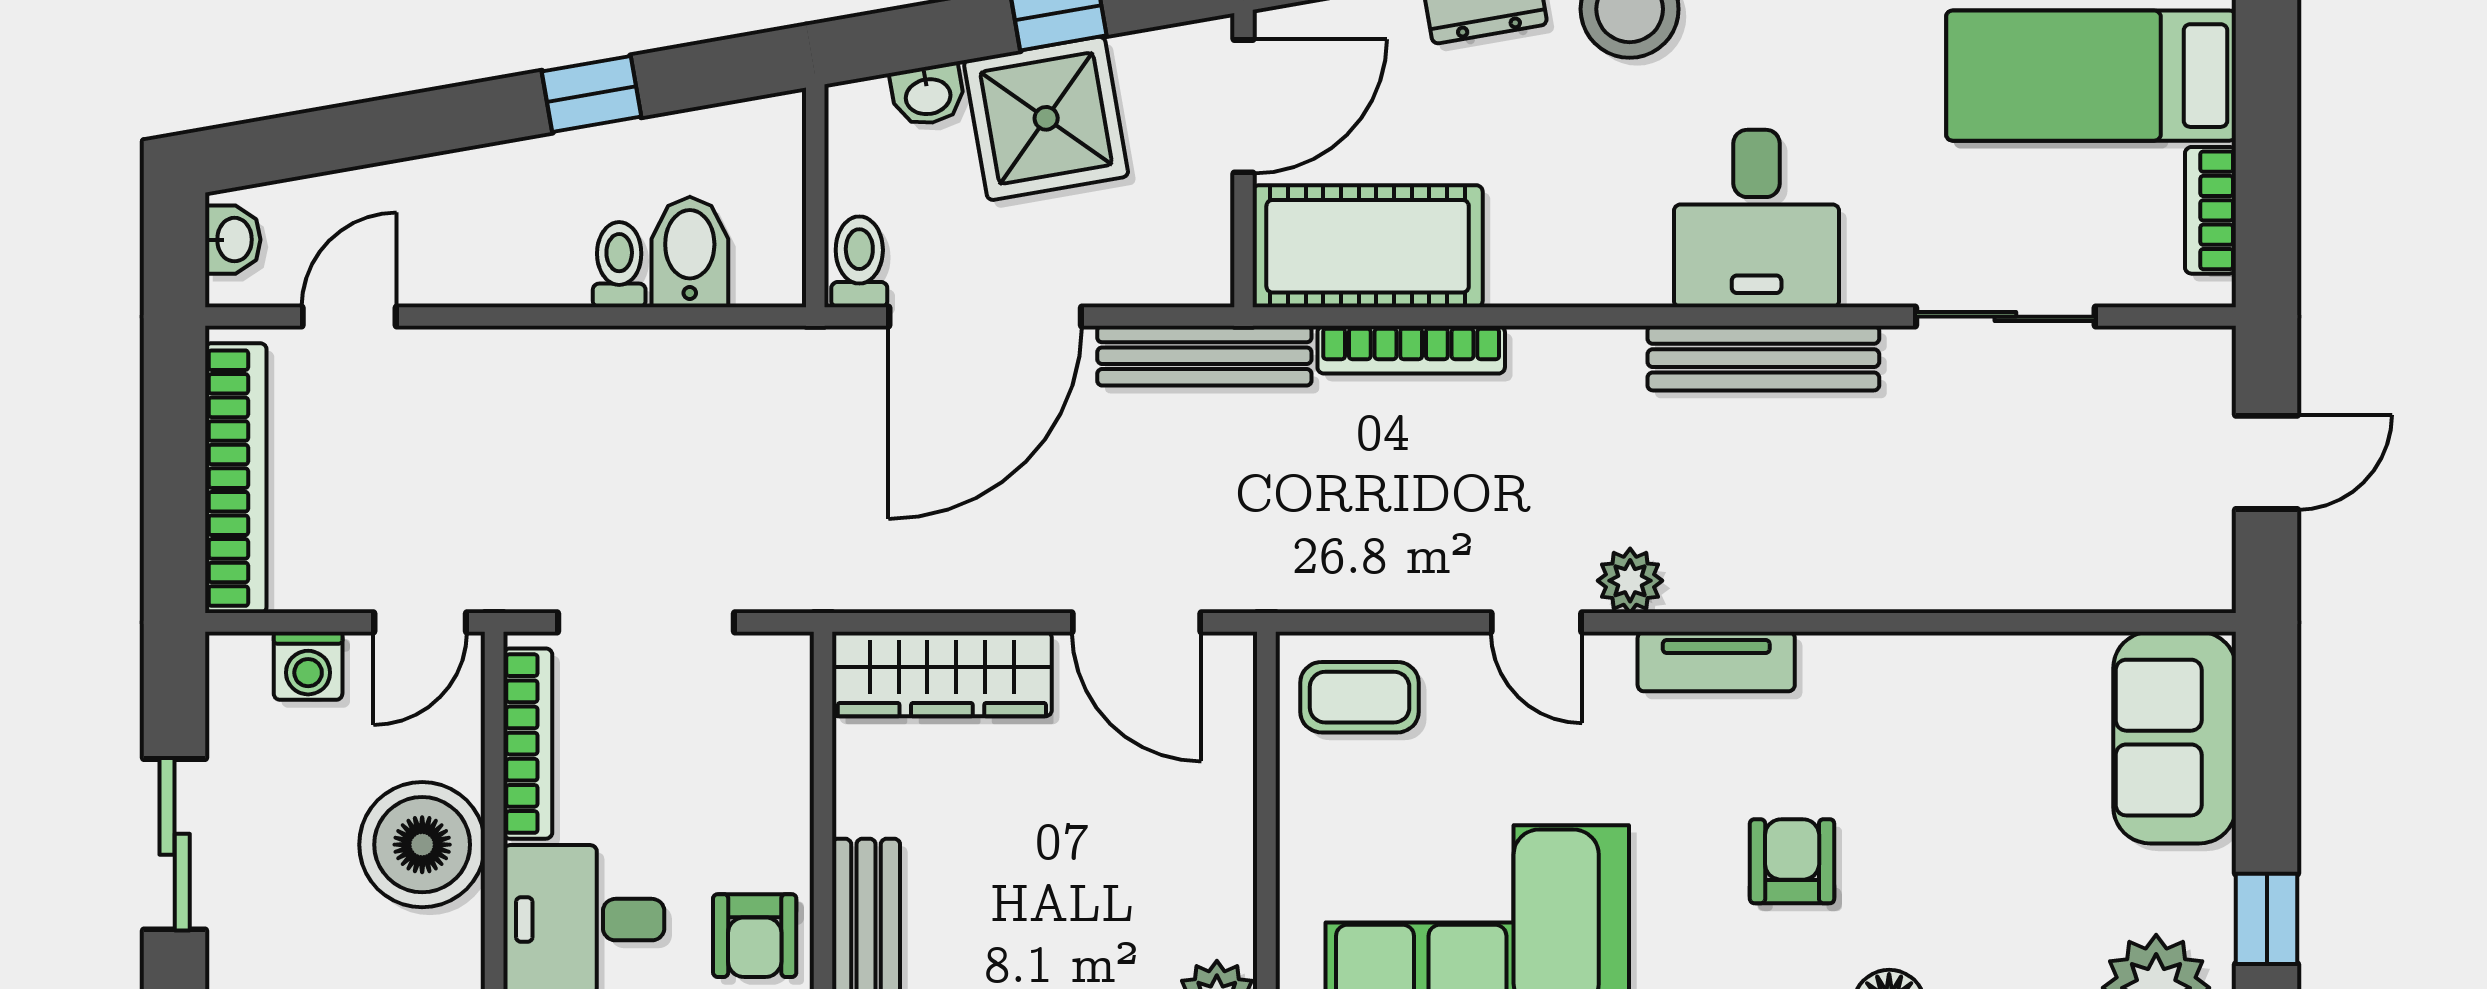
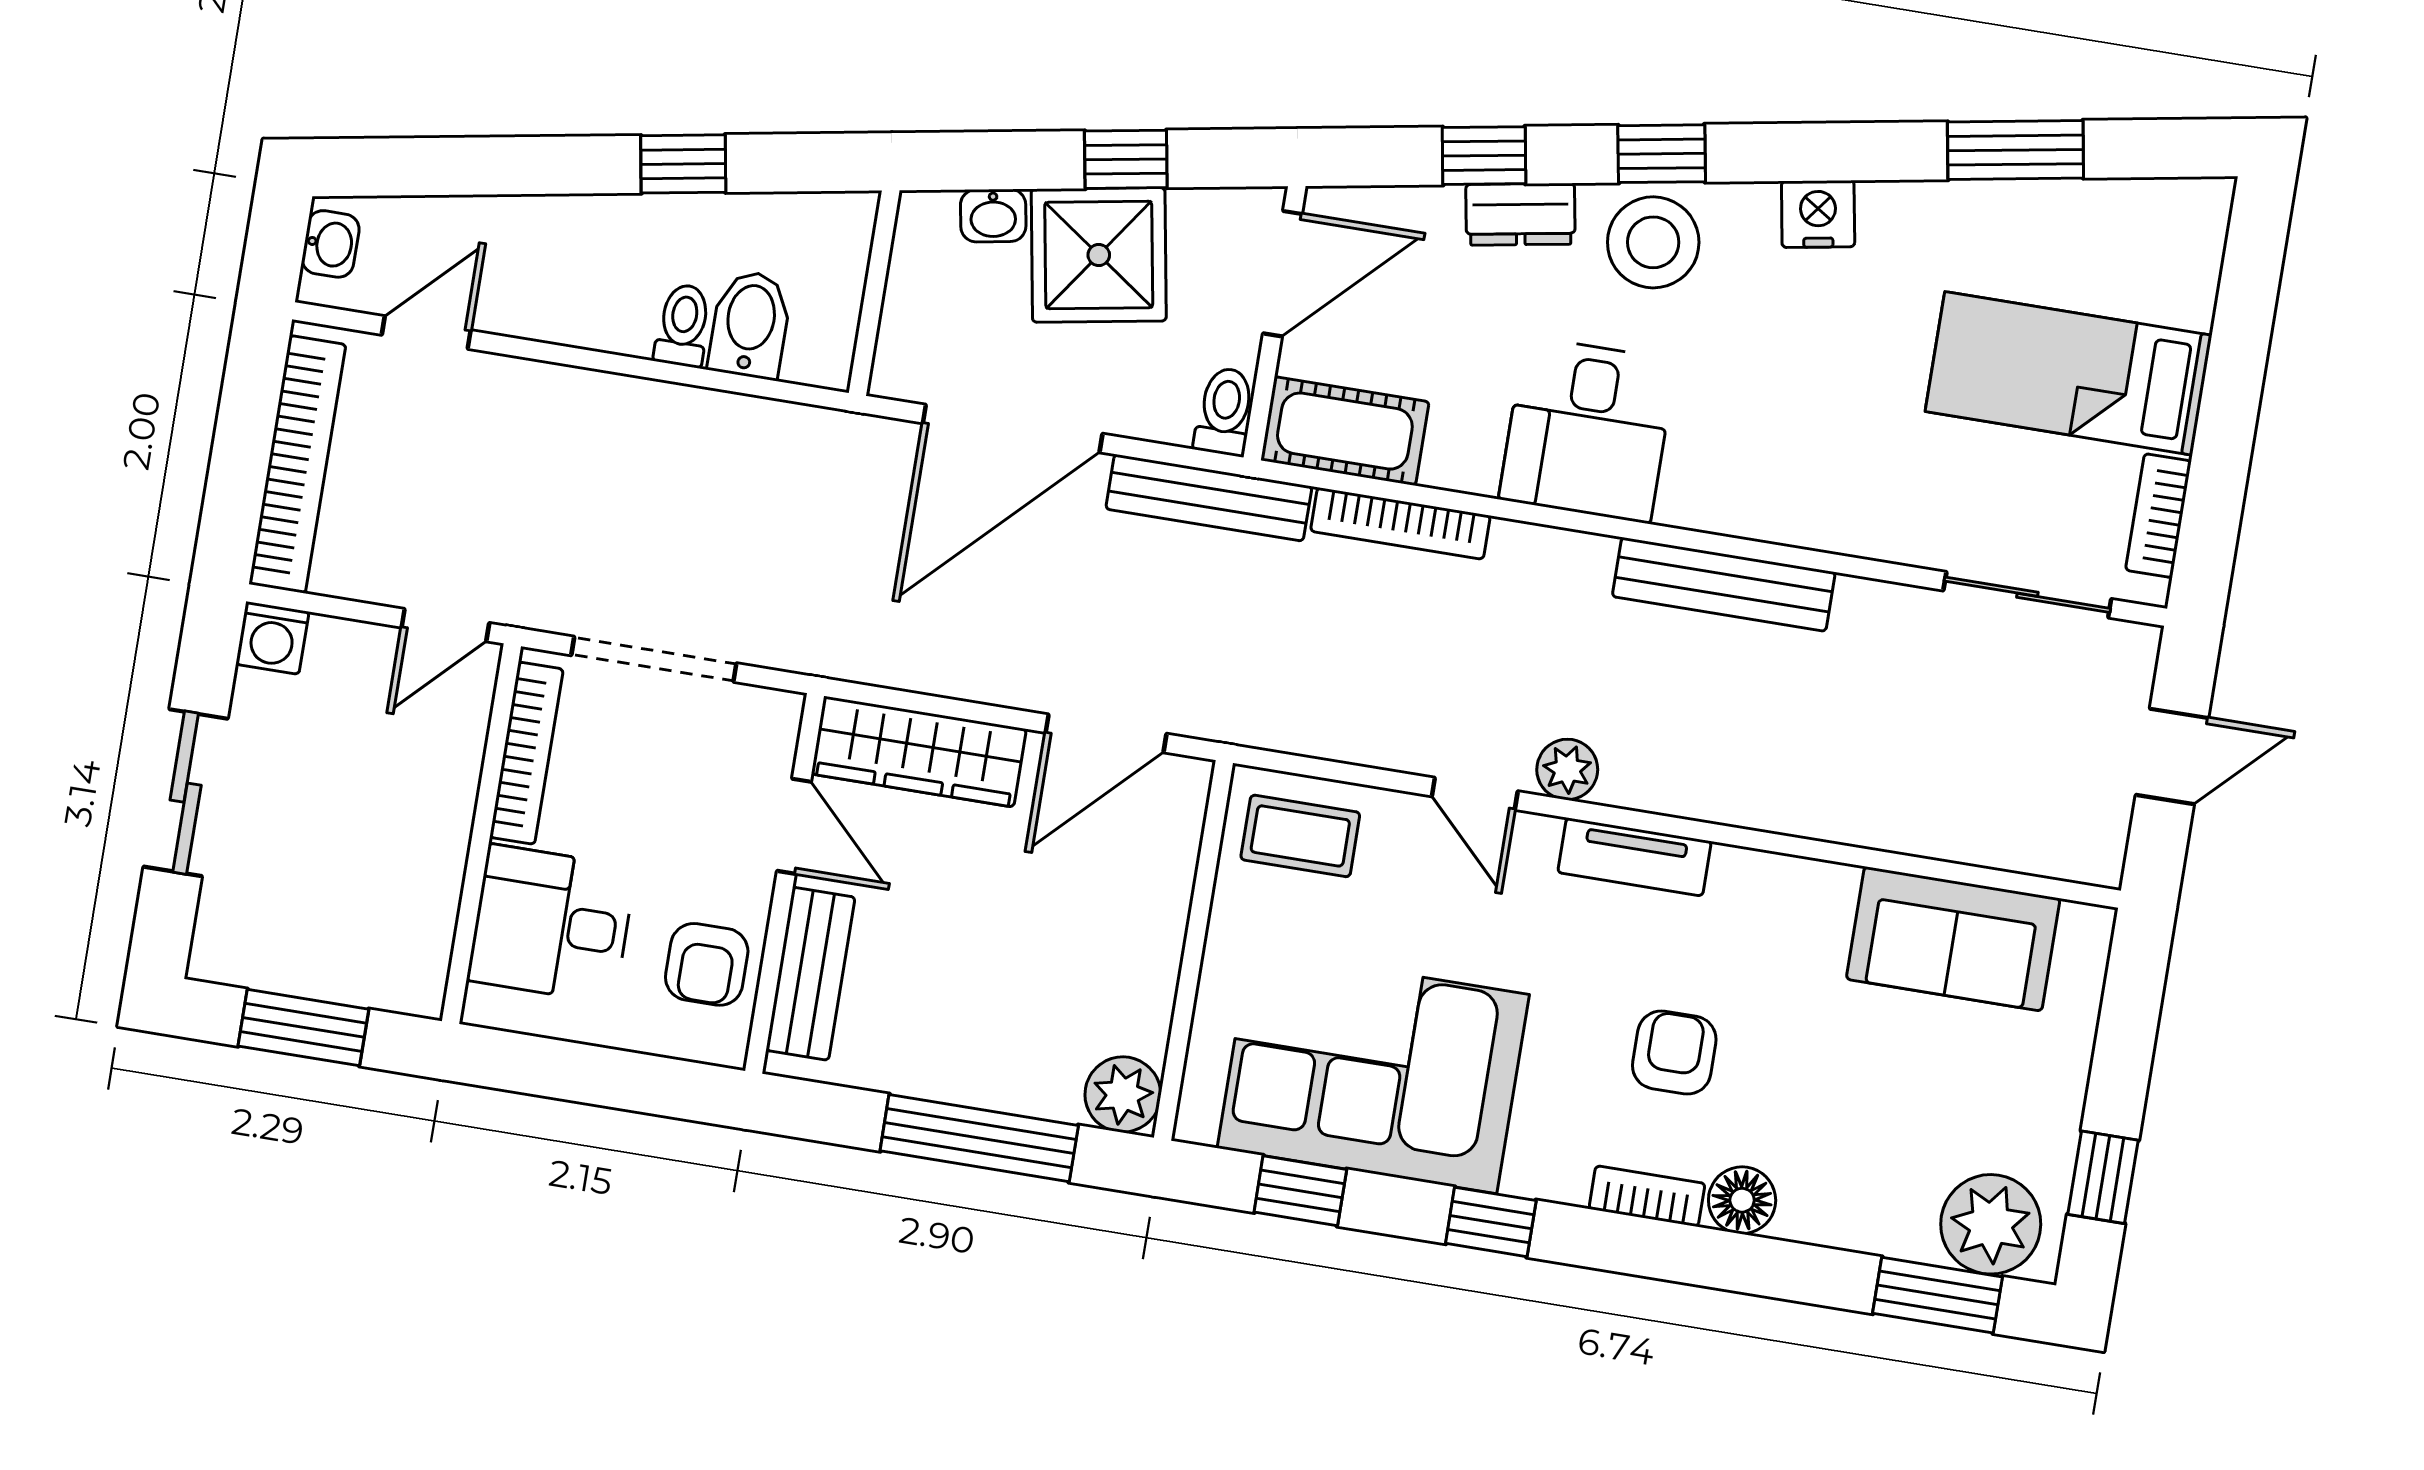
desk: (1757, 219) -> (1588, 430), moved
cot: (1368, 246) -> (1345, 431), width x0.73, depth x0.75
toilet: (859, 262) -> (1225, 411), moved
sliding door: (2005, 317) -> (2027, 595), moved
door: (1137, 622) -> (1106, 733), hinge flipped
washing machine: (308, 666) -> (272, 638), moved
sofa: (2175, 738) -> (1953, 939), moved, turned -90
door: (823, 774) -> (794, 826), added
boiler: (422, 845) -> (414, 830), removed

